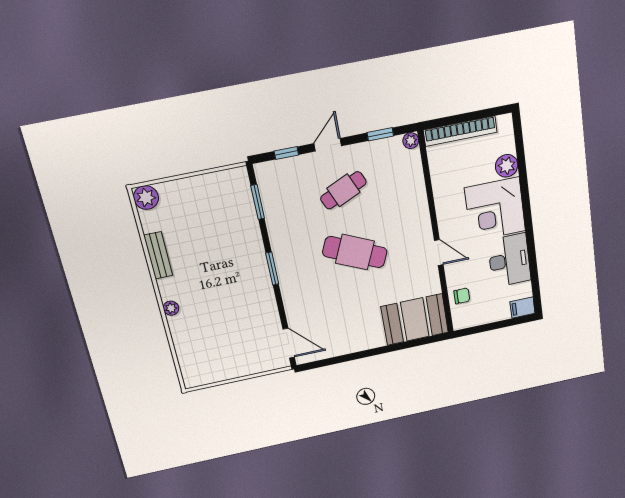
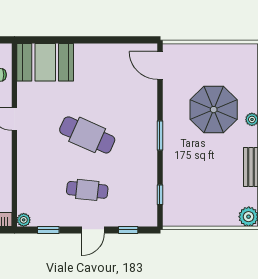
cafe table: (343, 190) -> (87, 190), turned 30
window: (258, 202) -> (160, 195), width x0.67
parasol: (218, 310) -> (214, 110), added

